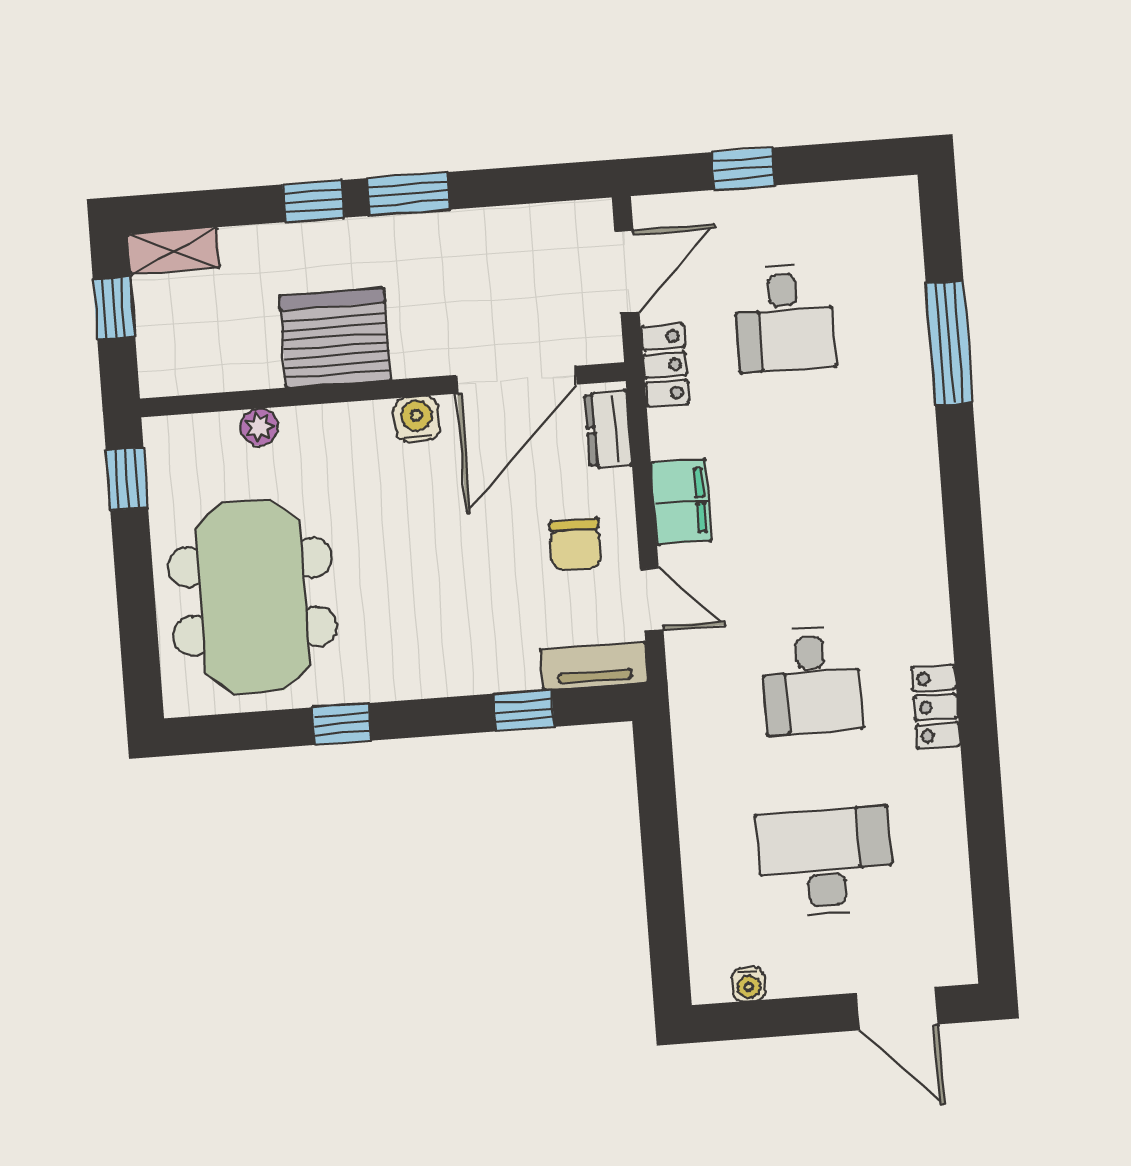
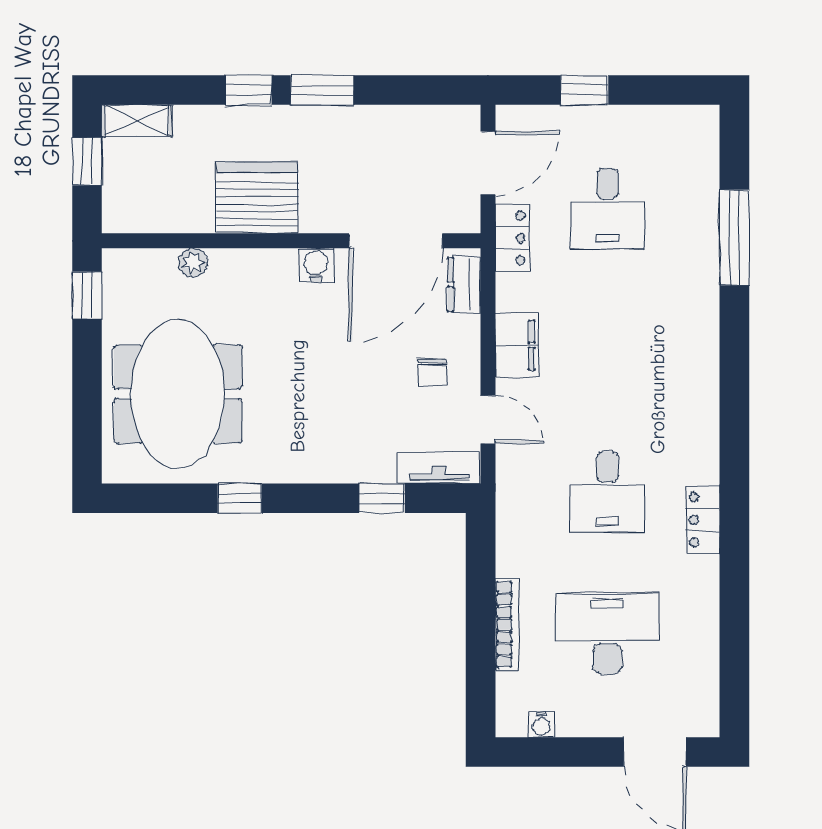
chair: (576, 544) -> (432, 372), width x0.73, depth x0.73
bookcase: (696, 860) -> (507, 624), added

